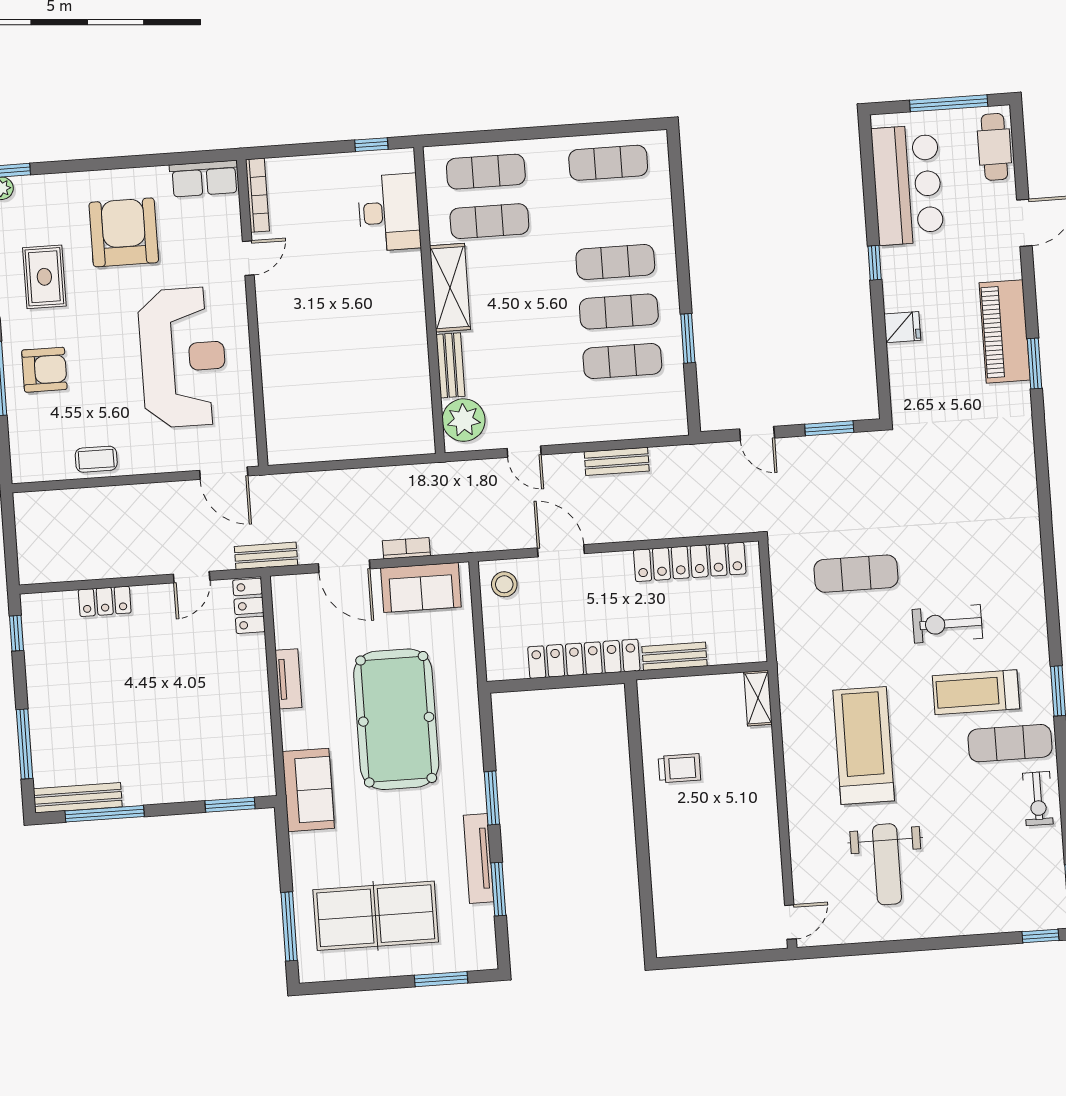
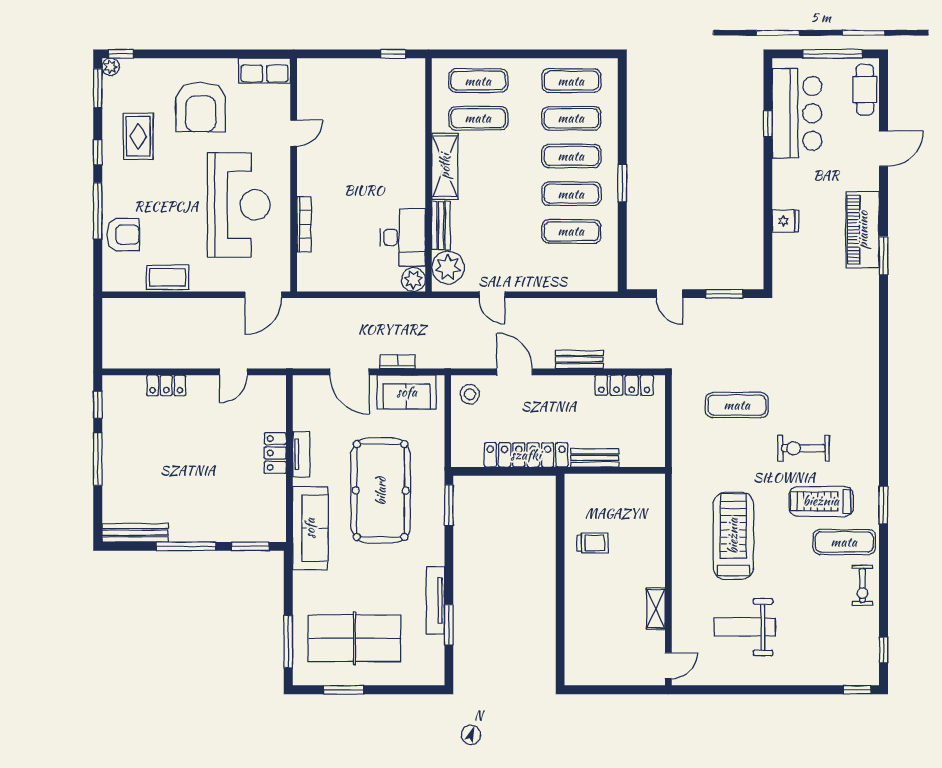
bookcase: (257, 195) -> (304, 224), moved
desk: (389, 212) -> (403, 237), moved
exercise mat: (612, 212) -> (571, 118), added
armchair: (124, 232) -> (201, 107), turned 180
window: (875, 263) -> (768, 124), moved
window: (688, 338) -> (622, 183), moved
armchair: (44, 370) -> (123, 235), moved
plant: (419, 439) -> (413, 280), added
coffee table: (96, 459) -> (167, 277), width x1.36, depth x1.30
bench: (617, 461) -> (579, 359), moved
door: (224, 473) -> (263, 295), hinge flipped
bench: (266, 556) -> (291, 360), removed
locker: (690, 562) -> (624, 385), width x0.71, depth x0.83
locker: (249, 606) -> (275, 453), moved
shelving: (758, 698) -> (656, 609), moved
window: (25, 744) -> (98, 459), moved
sofa: (308, 790) -> (310, 528), width x1.36
window: (492, 798) -> (449, 505), moved
window: (105, 814) -> (186, 546), moved
weight bench: (887, 864) -> (745, 627), turned 90
window: (441, 979) -> (344, 690), moved

